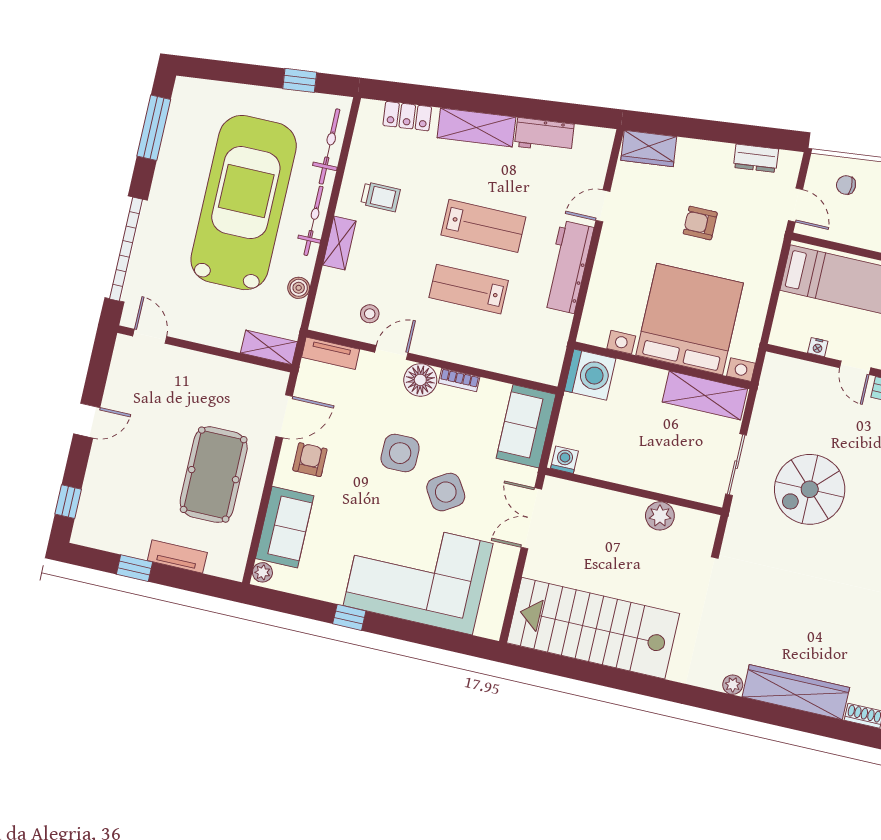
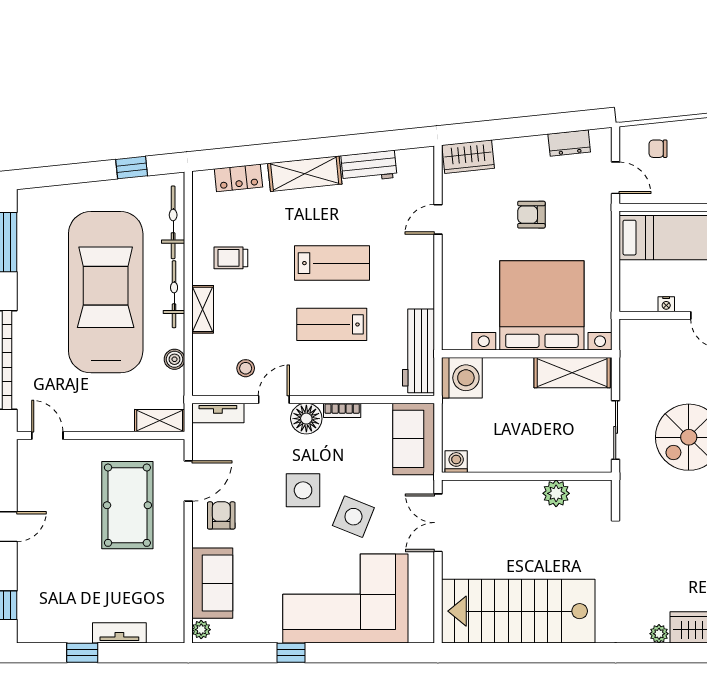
trolley: (381, 197) -> (231, 258), turned 180
workbench: (568, 267) -> (419, 351), moved
pool table: (214, 475) -> (127, 505), moved
side table: (446, 492) -> (353, 517), turned -36

